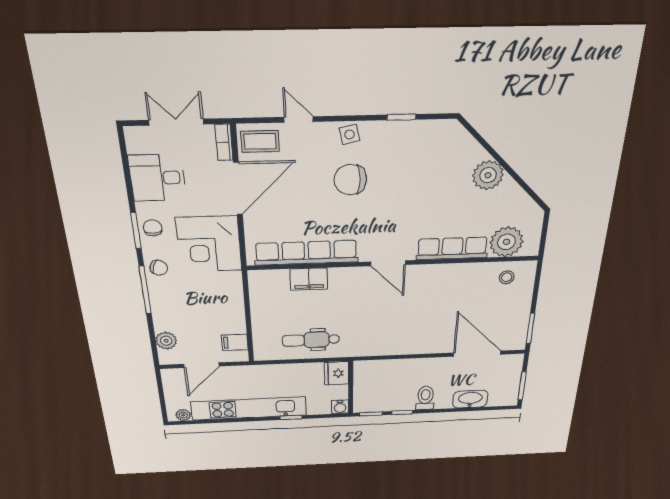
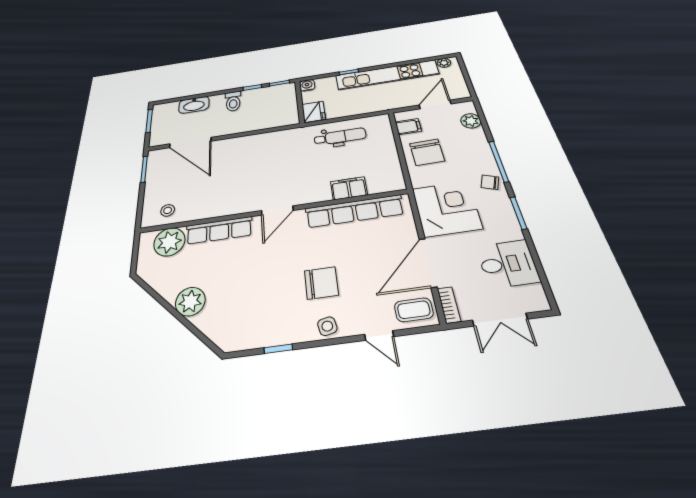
chair: (153, 228) -> (427, 152), moved, width x1.87, depth x1.87
door: (388, 263) -> (277, 210), swing flipped

